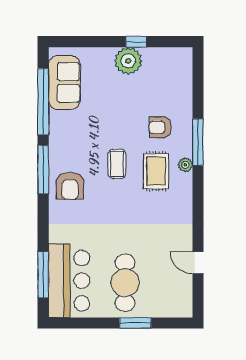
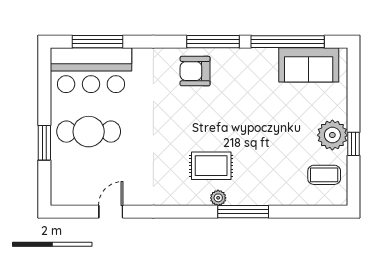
armchair: (160, 127) -> (259, 170), removed
coffee table: (117, 164) -> (324, 175), moved

